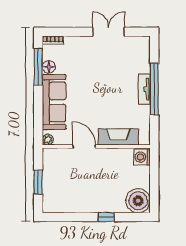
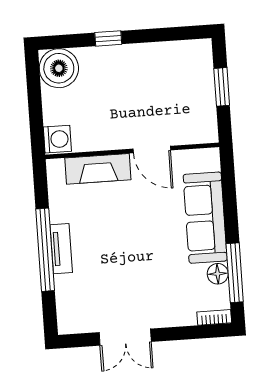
plant: (48, 140) -> (211, 157), removed

